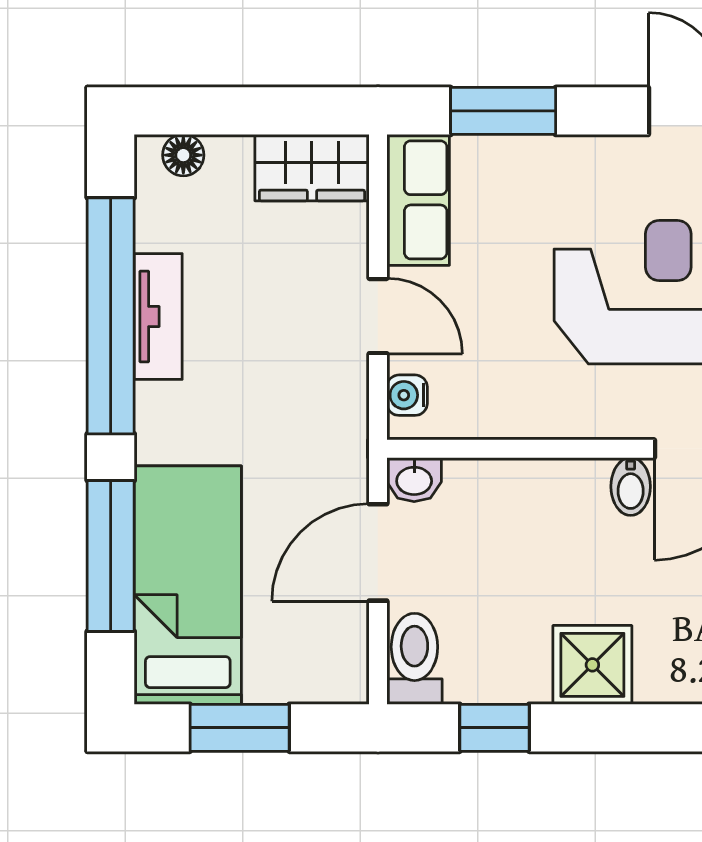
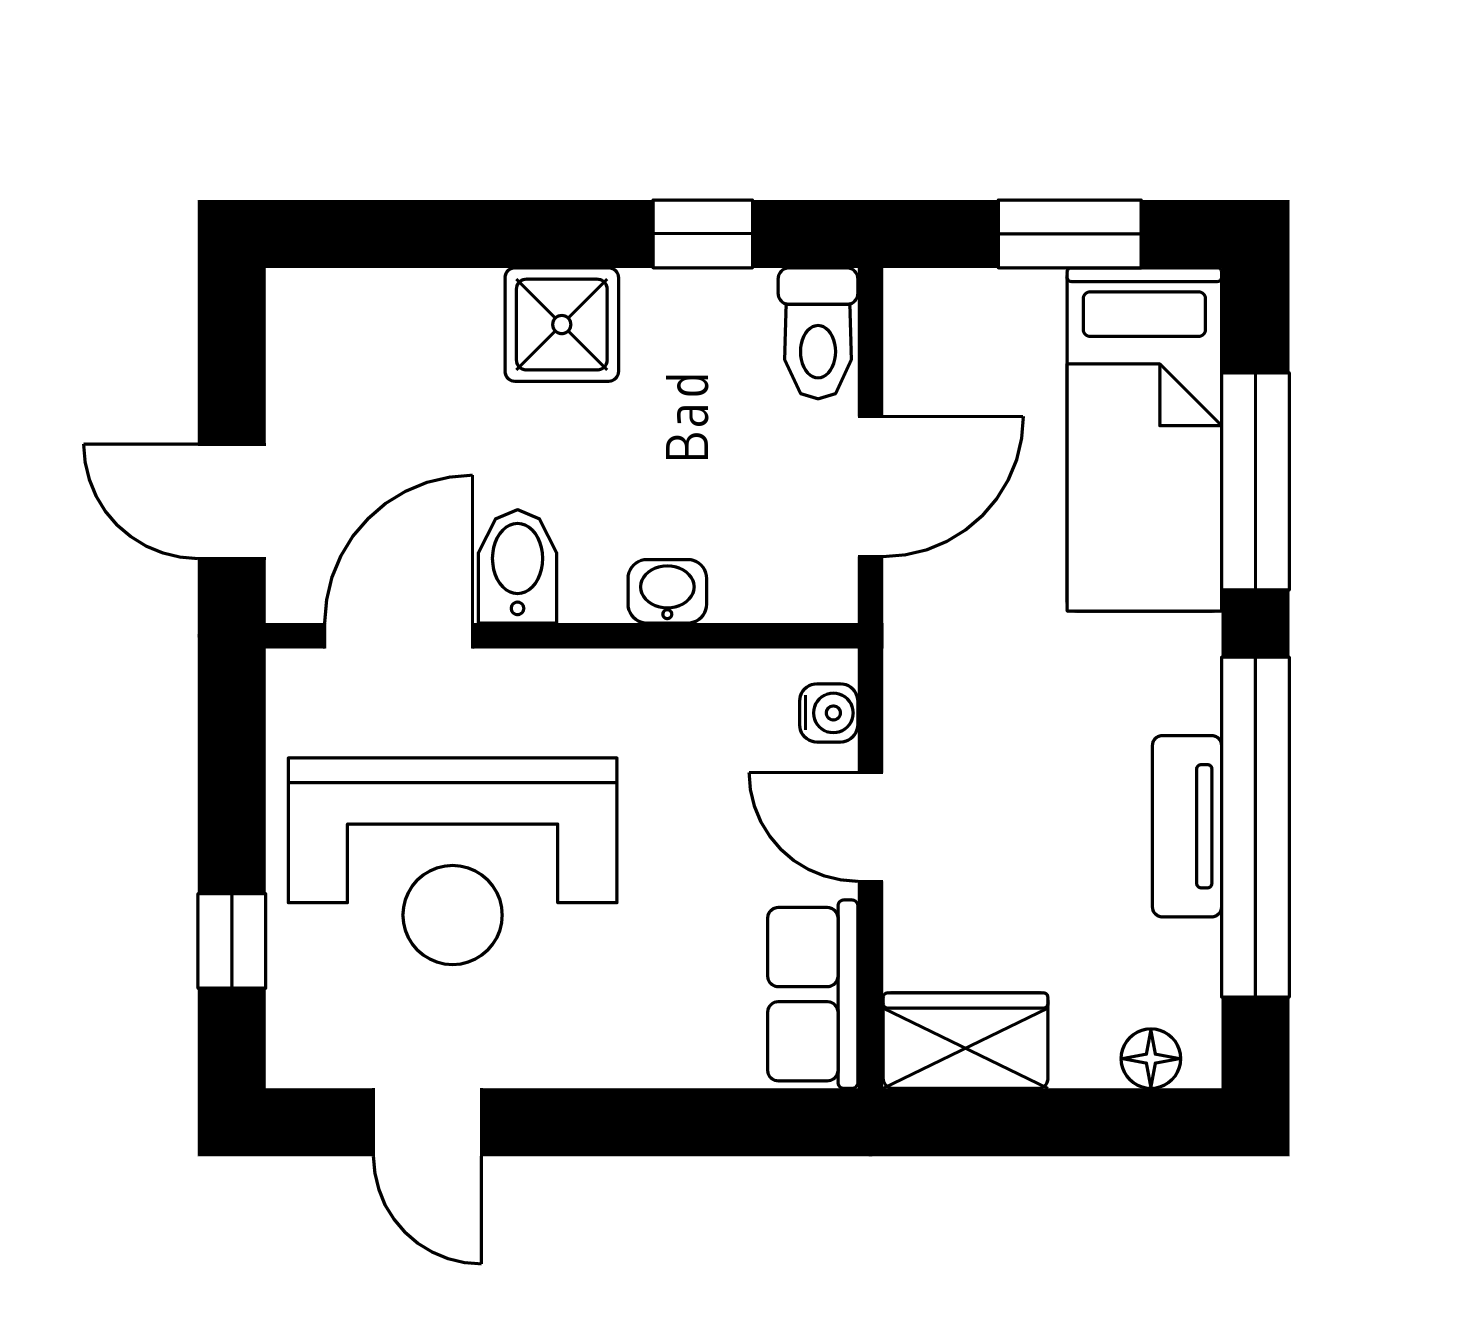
window: (503, 111) -> (690, 1122), removed
washbasin: (414, 480) -> (667, 591), moved
bidet: (631, 486) -> (518, 566), width x1.38, depth x1.36

